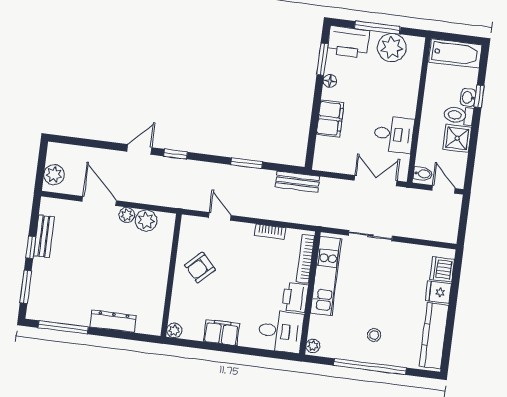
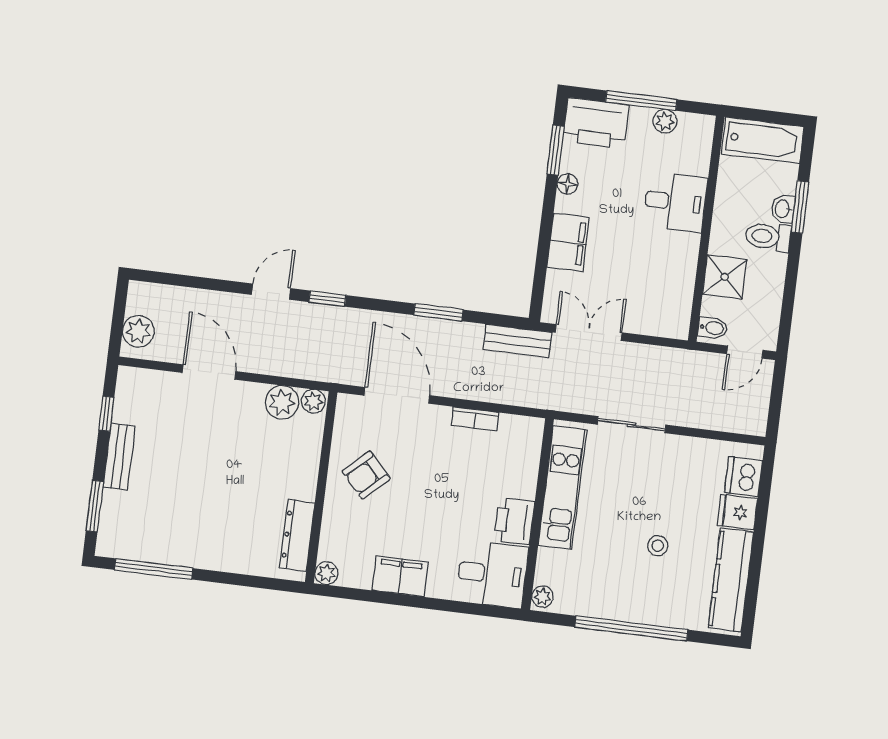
plant: (392, 48) -> (665, 121), width x0.53, depth x0.53
window: (479, 96) -> (800, 207), width x1.50
desk: (394, 134) -> (675, 202), moved
shower: (457, 138) -> (725, 277), moved
double door: (376, 181) -> (589, 333), moved
door: (443, 189) -> (745, 352), swing flipped
plant: (127, 215) -> (313, 401), moved
door: (220, 216) -> (397, 395), width x1.87
bench: (44, 236) -> (119, 457), moved
window: (31, 247) -> (106, 414), moved
bookcase: (305, 259) -> (530, 461), removed
dresser: (113, 321) -> (297, 535), moved, turned -90
stool: (374, 335) -> (658, 546), moved

